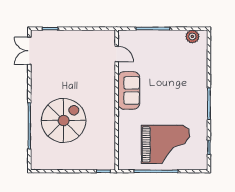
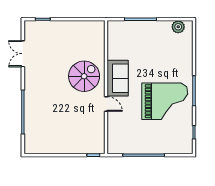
double door: (29, 51) -> (23, 54), moved
door: (117, 54) -> (106, 104), moved
spiral stairs: (64, 120) -> (84, 76), moved, width x0.73, depth x0.73
grand piano: (165, 144) -> (165, 101), moved

